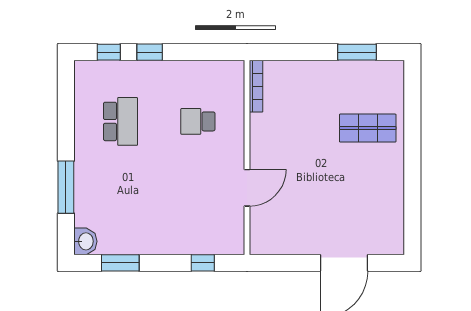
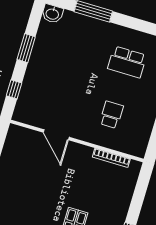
bookcase: (256, 86) -> (111, 158), moved
window: (120, 263) -> (26, 48), moved

